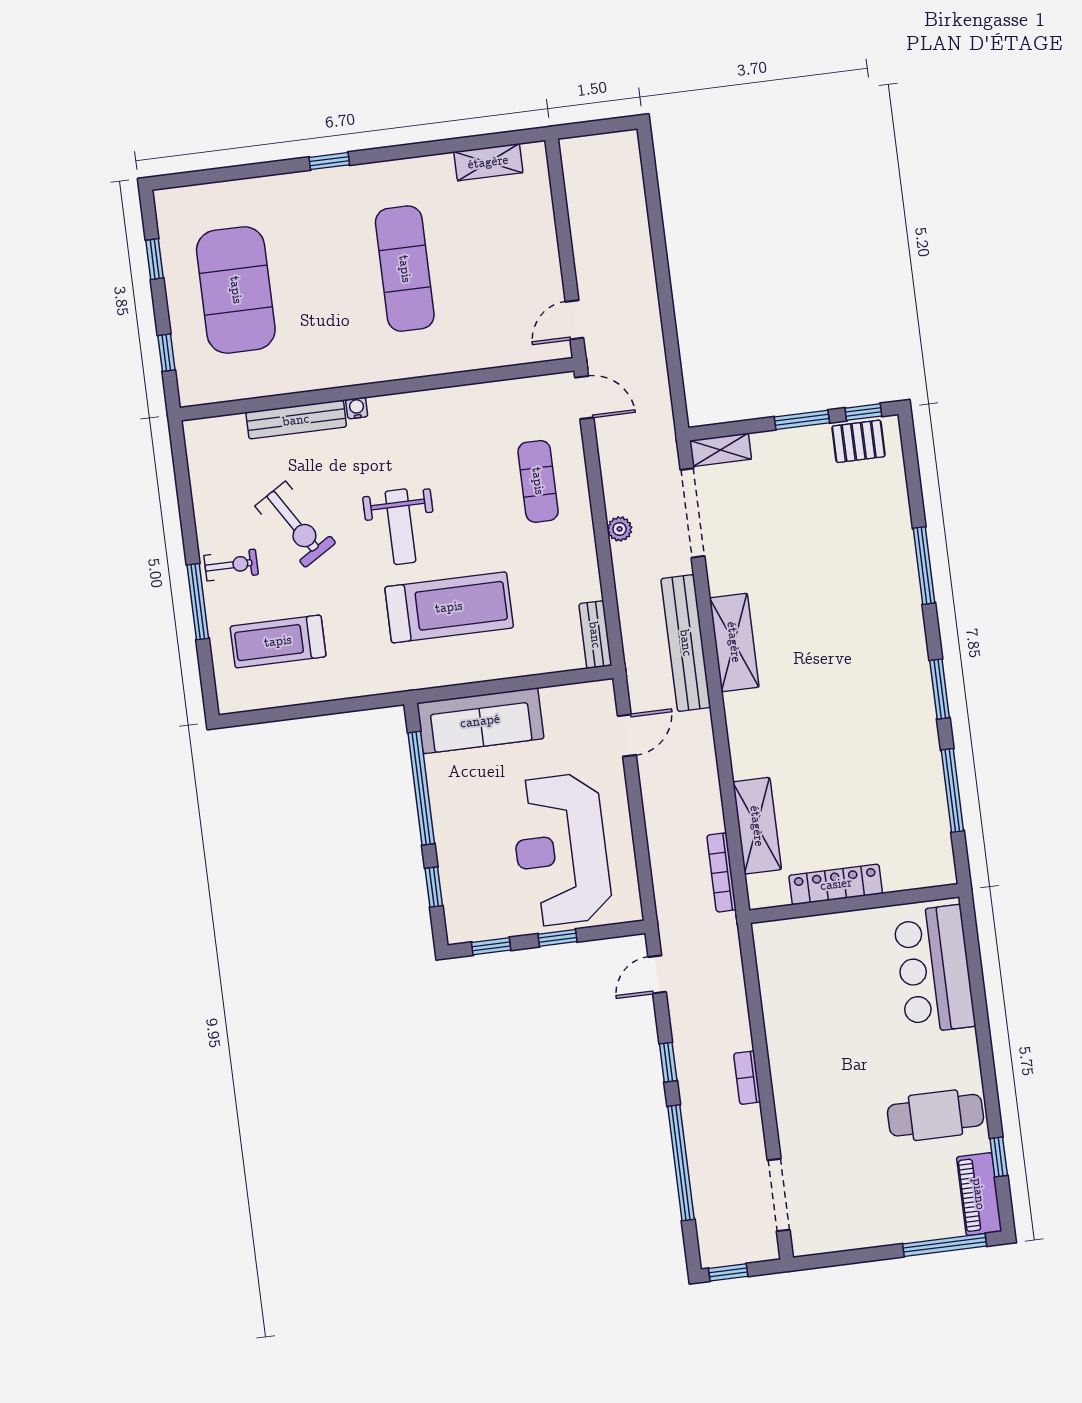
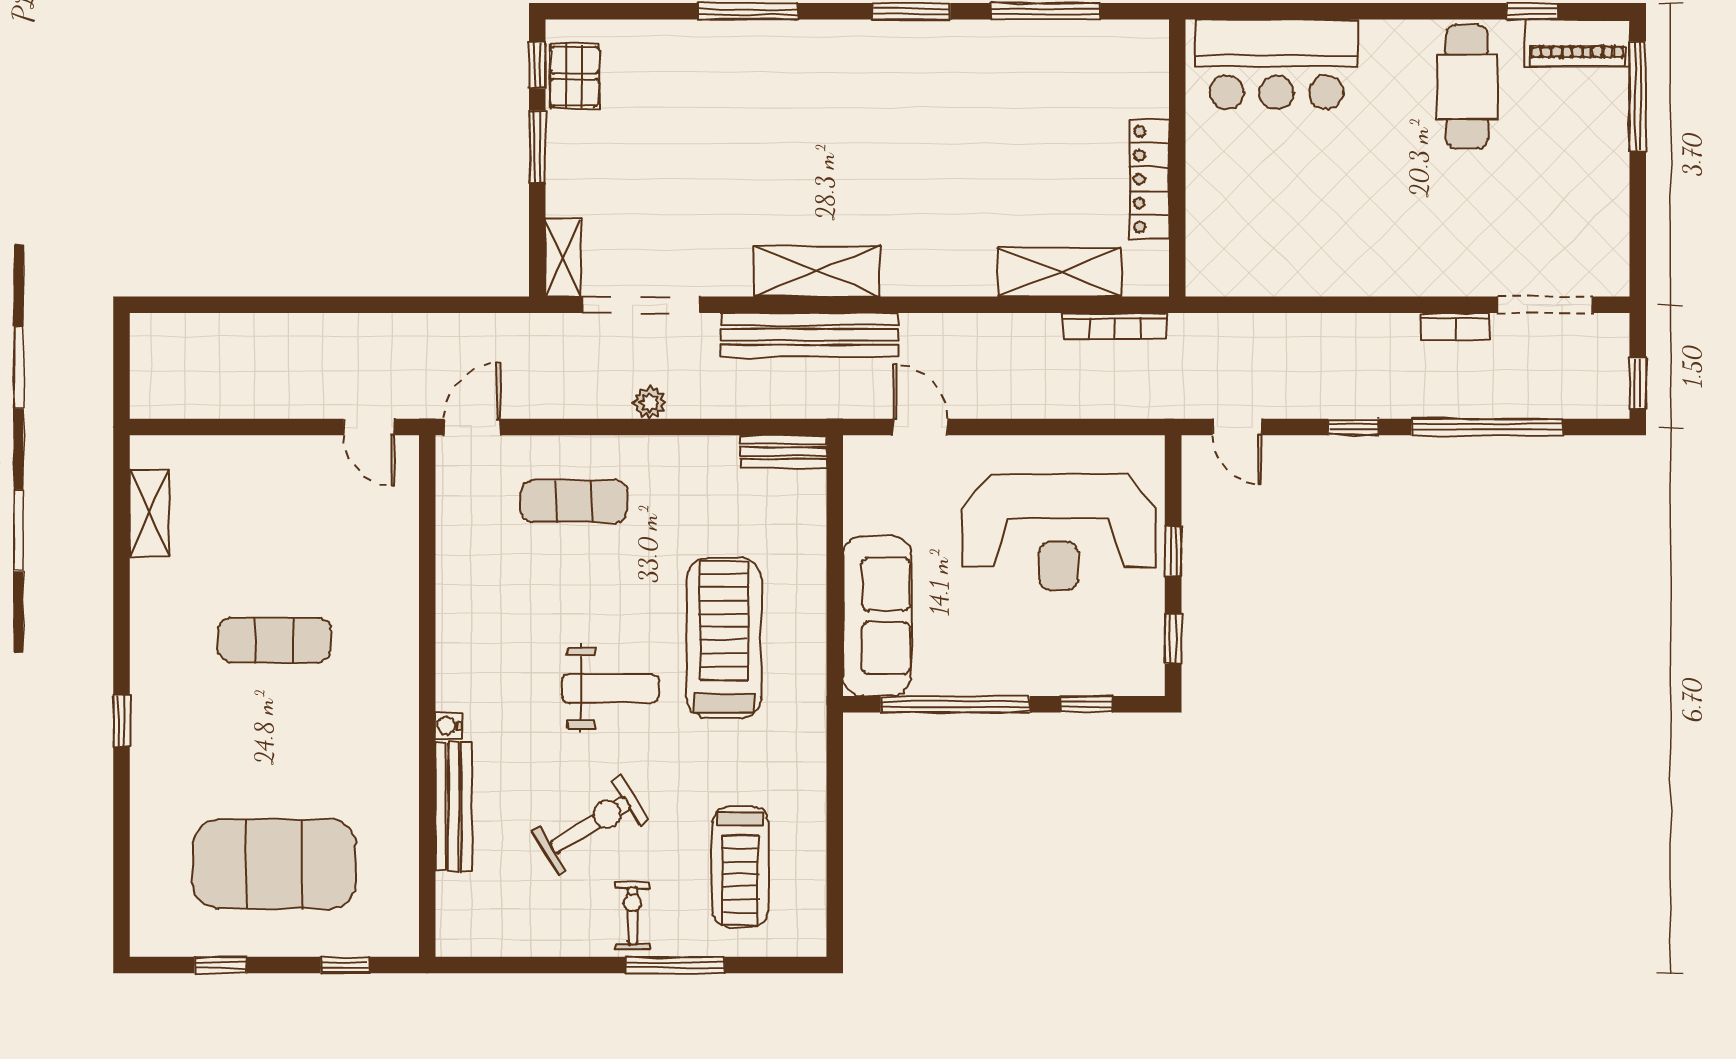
exercise mat: (405, 269) -> (274, 640), width x0.73, depth x0.69
bookcase: (747, 1078) -> (1455, 327), moved

